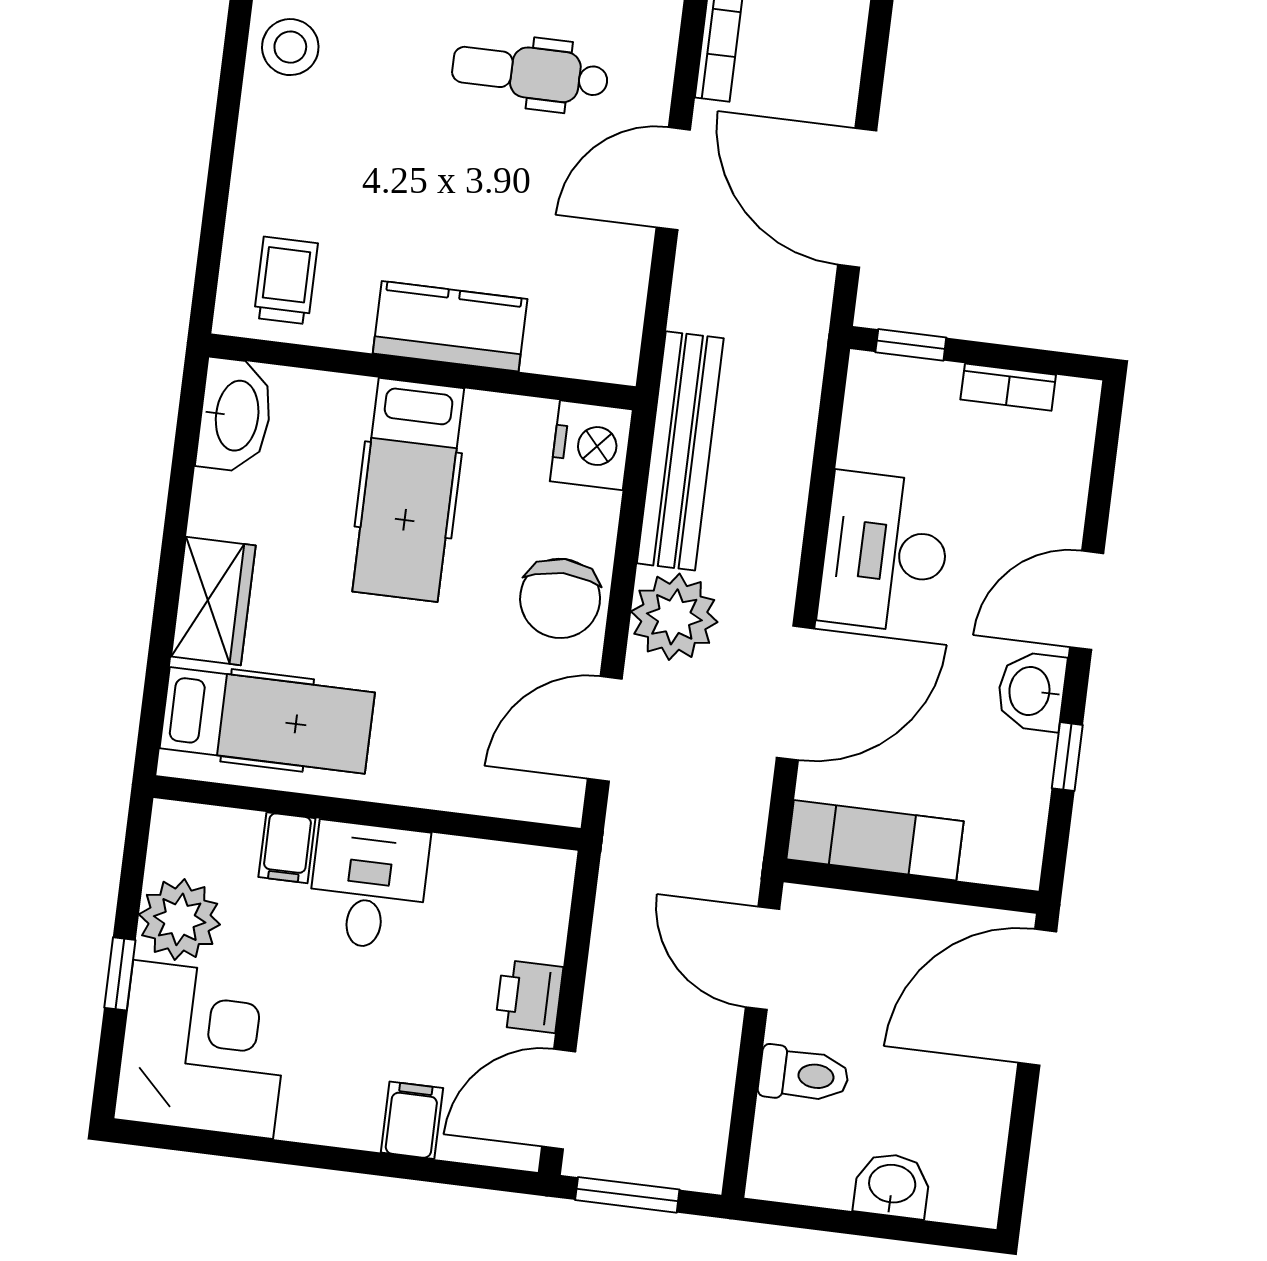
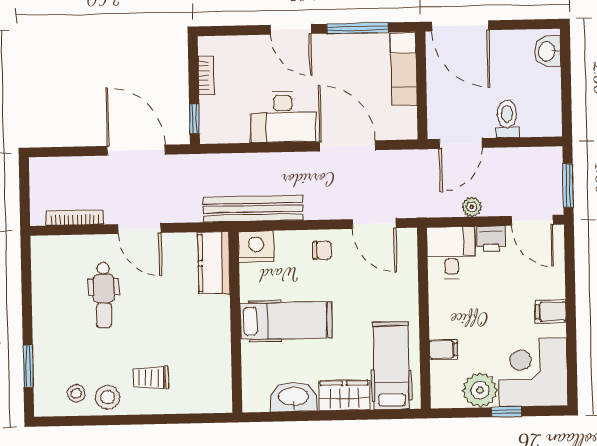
door: (857, 198) -> (136, 150), swing flipped
trolley: (286, 281) -> (151, 378), moved
kitchen counter: (450, 326) -> (214, 263), moved
washbasin: (235, 415) -> (293, 397), moved
chair: (560, 598) -> (322, 250), width x0.54, depth x0.54
plant: (674, 617) -> (472, 207), moved, width x0.53, depth x0.53
washbasin: (1031, 691) -> (332, 47), removed
window: (1067, 757) -> (357, 28), width x2.17
exam couch: (875, 840) -> (404, 69), moved
desk: (368, 886) -> (451, 253), moved, turned 90
filing cabinet: (412, 1120) -> (551, 311), moved
washbasin: (892, 1185) -> (547, 51), moved

